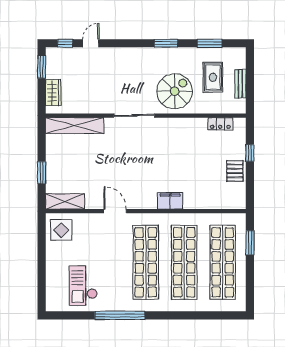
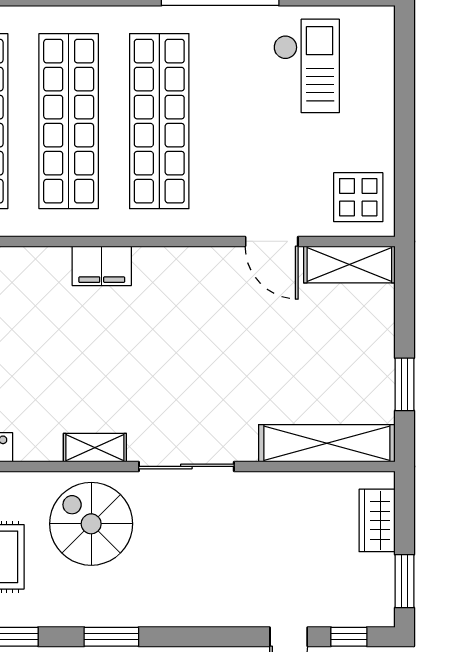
spiral stairs: (175, 91) -> (91, 524), turned 90
shelving: (173, 124) -> (95, 448), added
window: (42, 173) -> (405, 384), moved
door: (115, 211) -> (272, 241), moved

